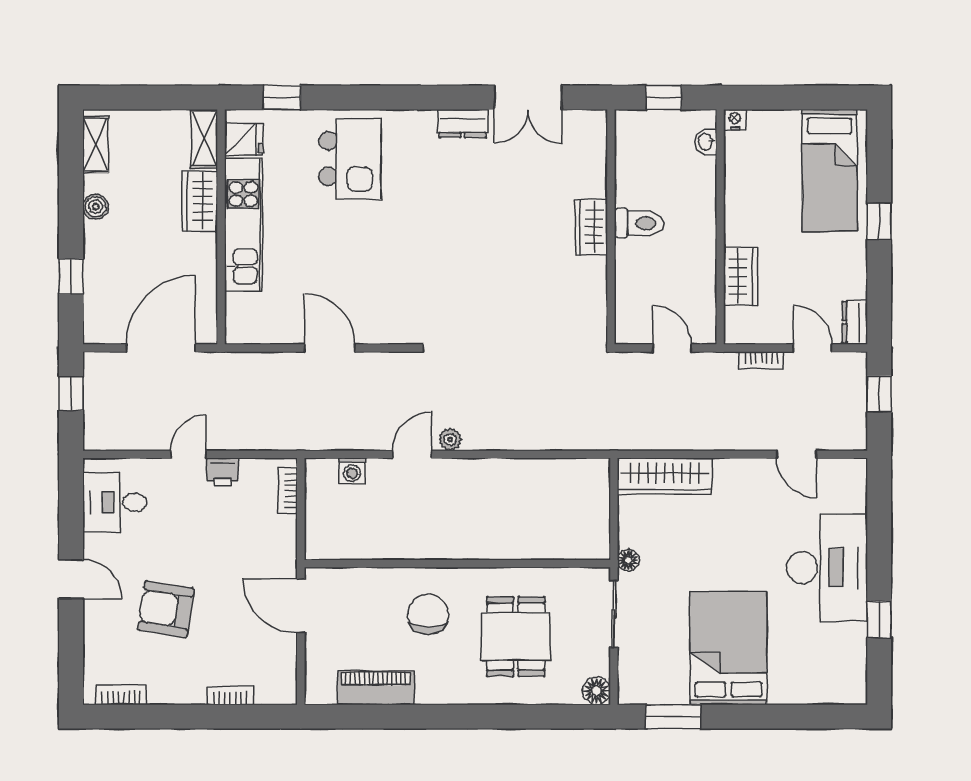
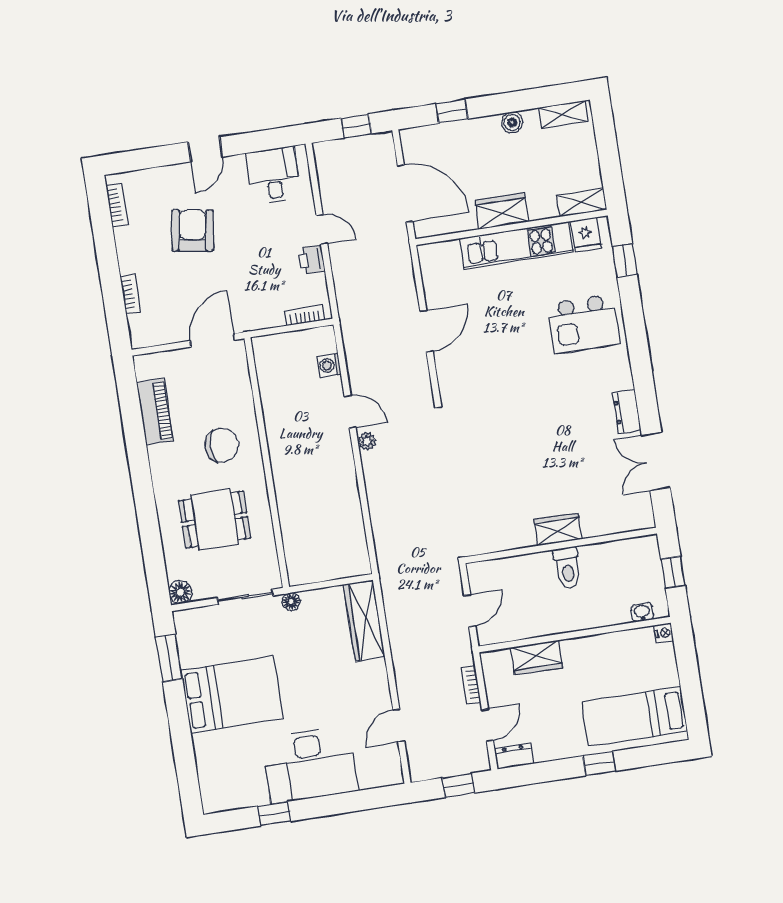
wardrobe: (200, 201) -> (502, 211), moved

